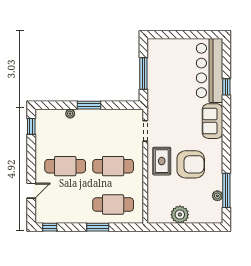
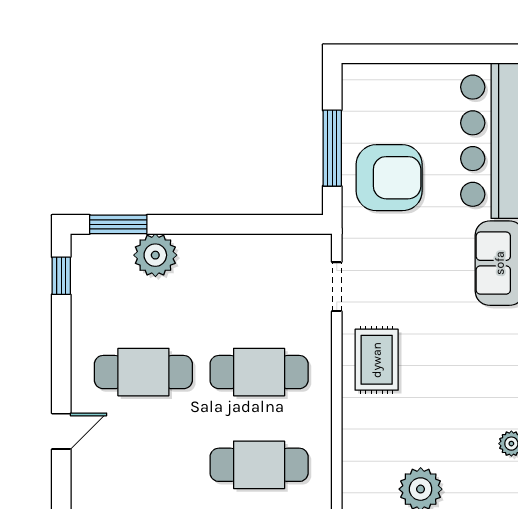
window: (89, 105) -> (118, 224), moved
plant: (70, 114) -> (155, 255), width x1.88, depth x1.88
armchair: (191, 164) -> (389, 178), moved

